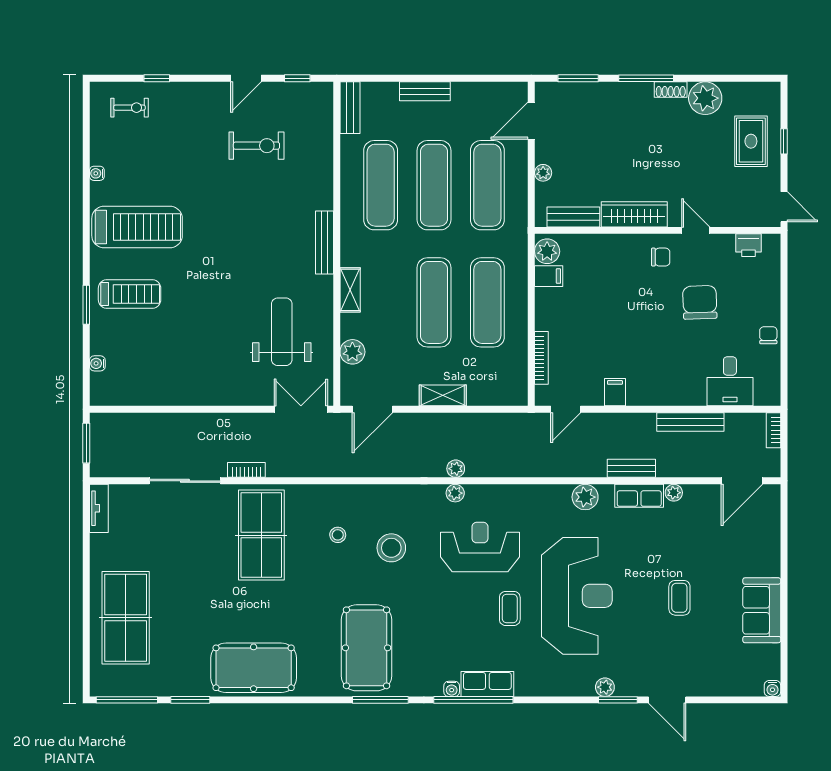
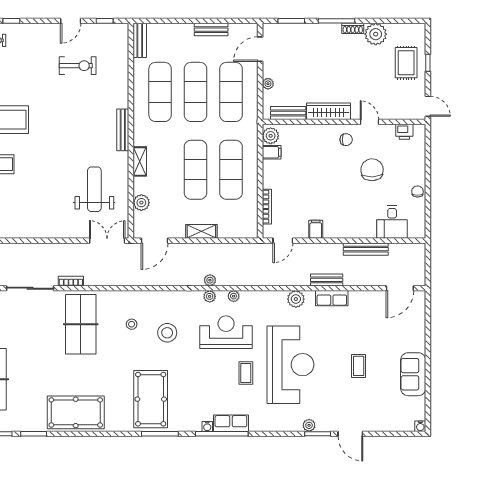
bench: (425, 91) -> (211, 30), moved
bookcase: (774, 430) -> (421, 255), removed
plant: (674, 493) -> (234, 296), moved

